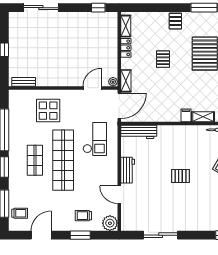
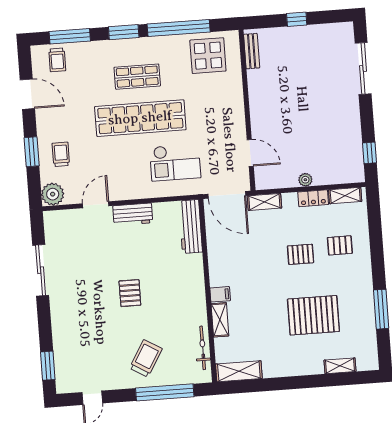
pallet: (175, 21) -> (340, 245), moved
plant: (113, 82) -> (305, 180), moved
display table: (48, 111) -> (208, 56), moved

